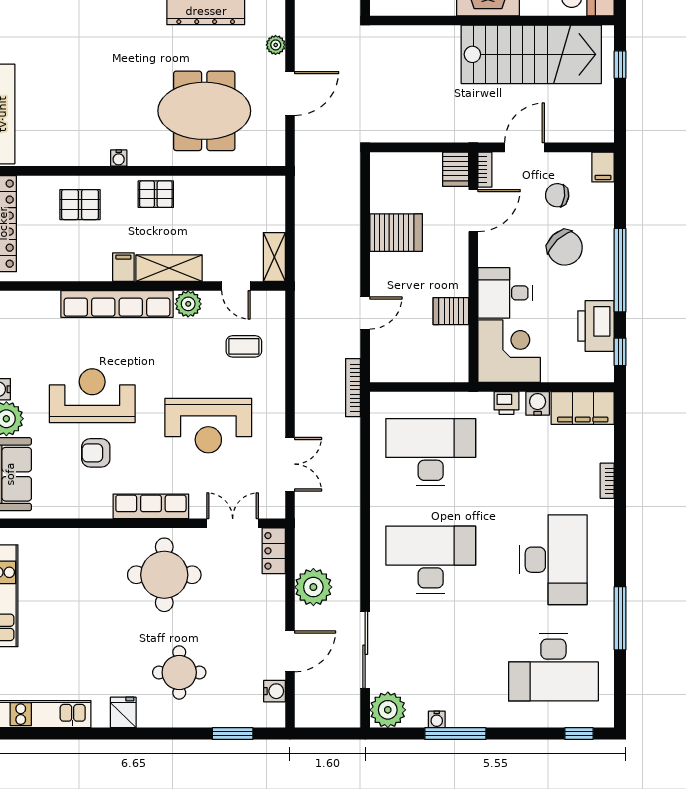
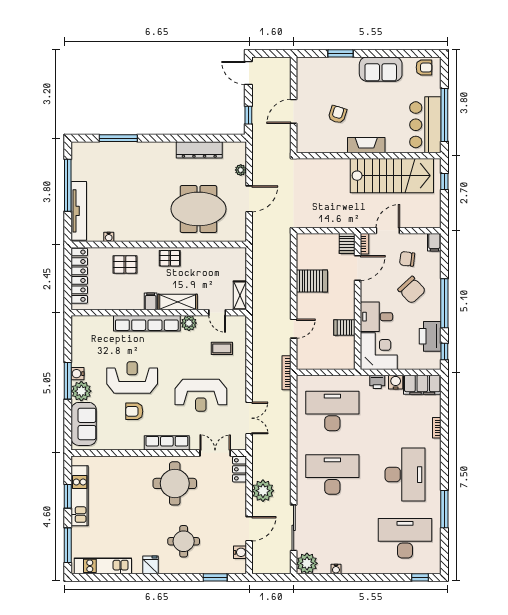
water cooler: (119, 158) -> (109, 237), moved
desk: (553, 667) -> (405, 538), turned 180
window: (455, 734) -> (347, 577), removed

